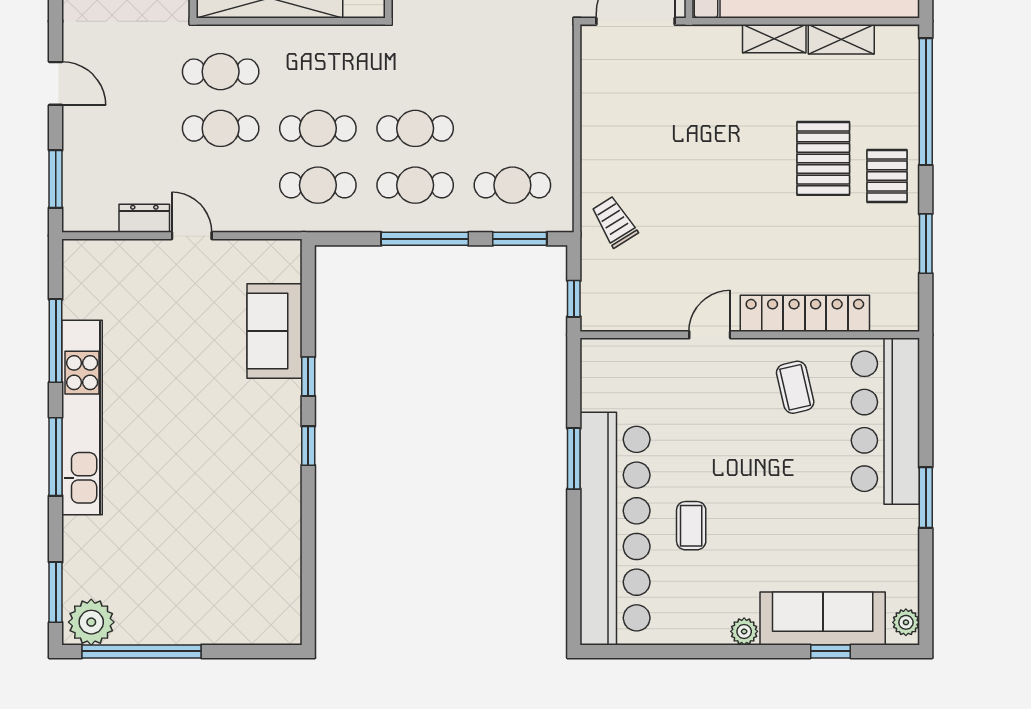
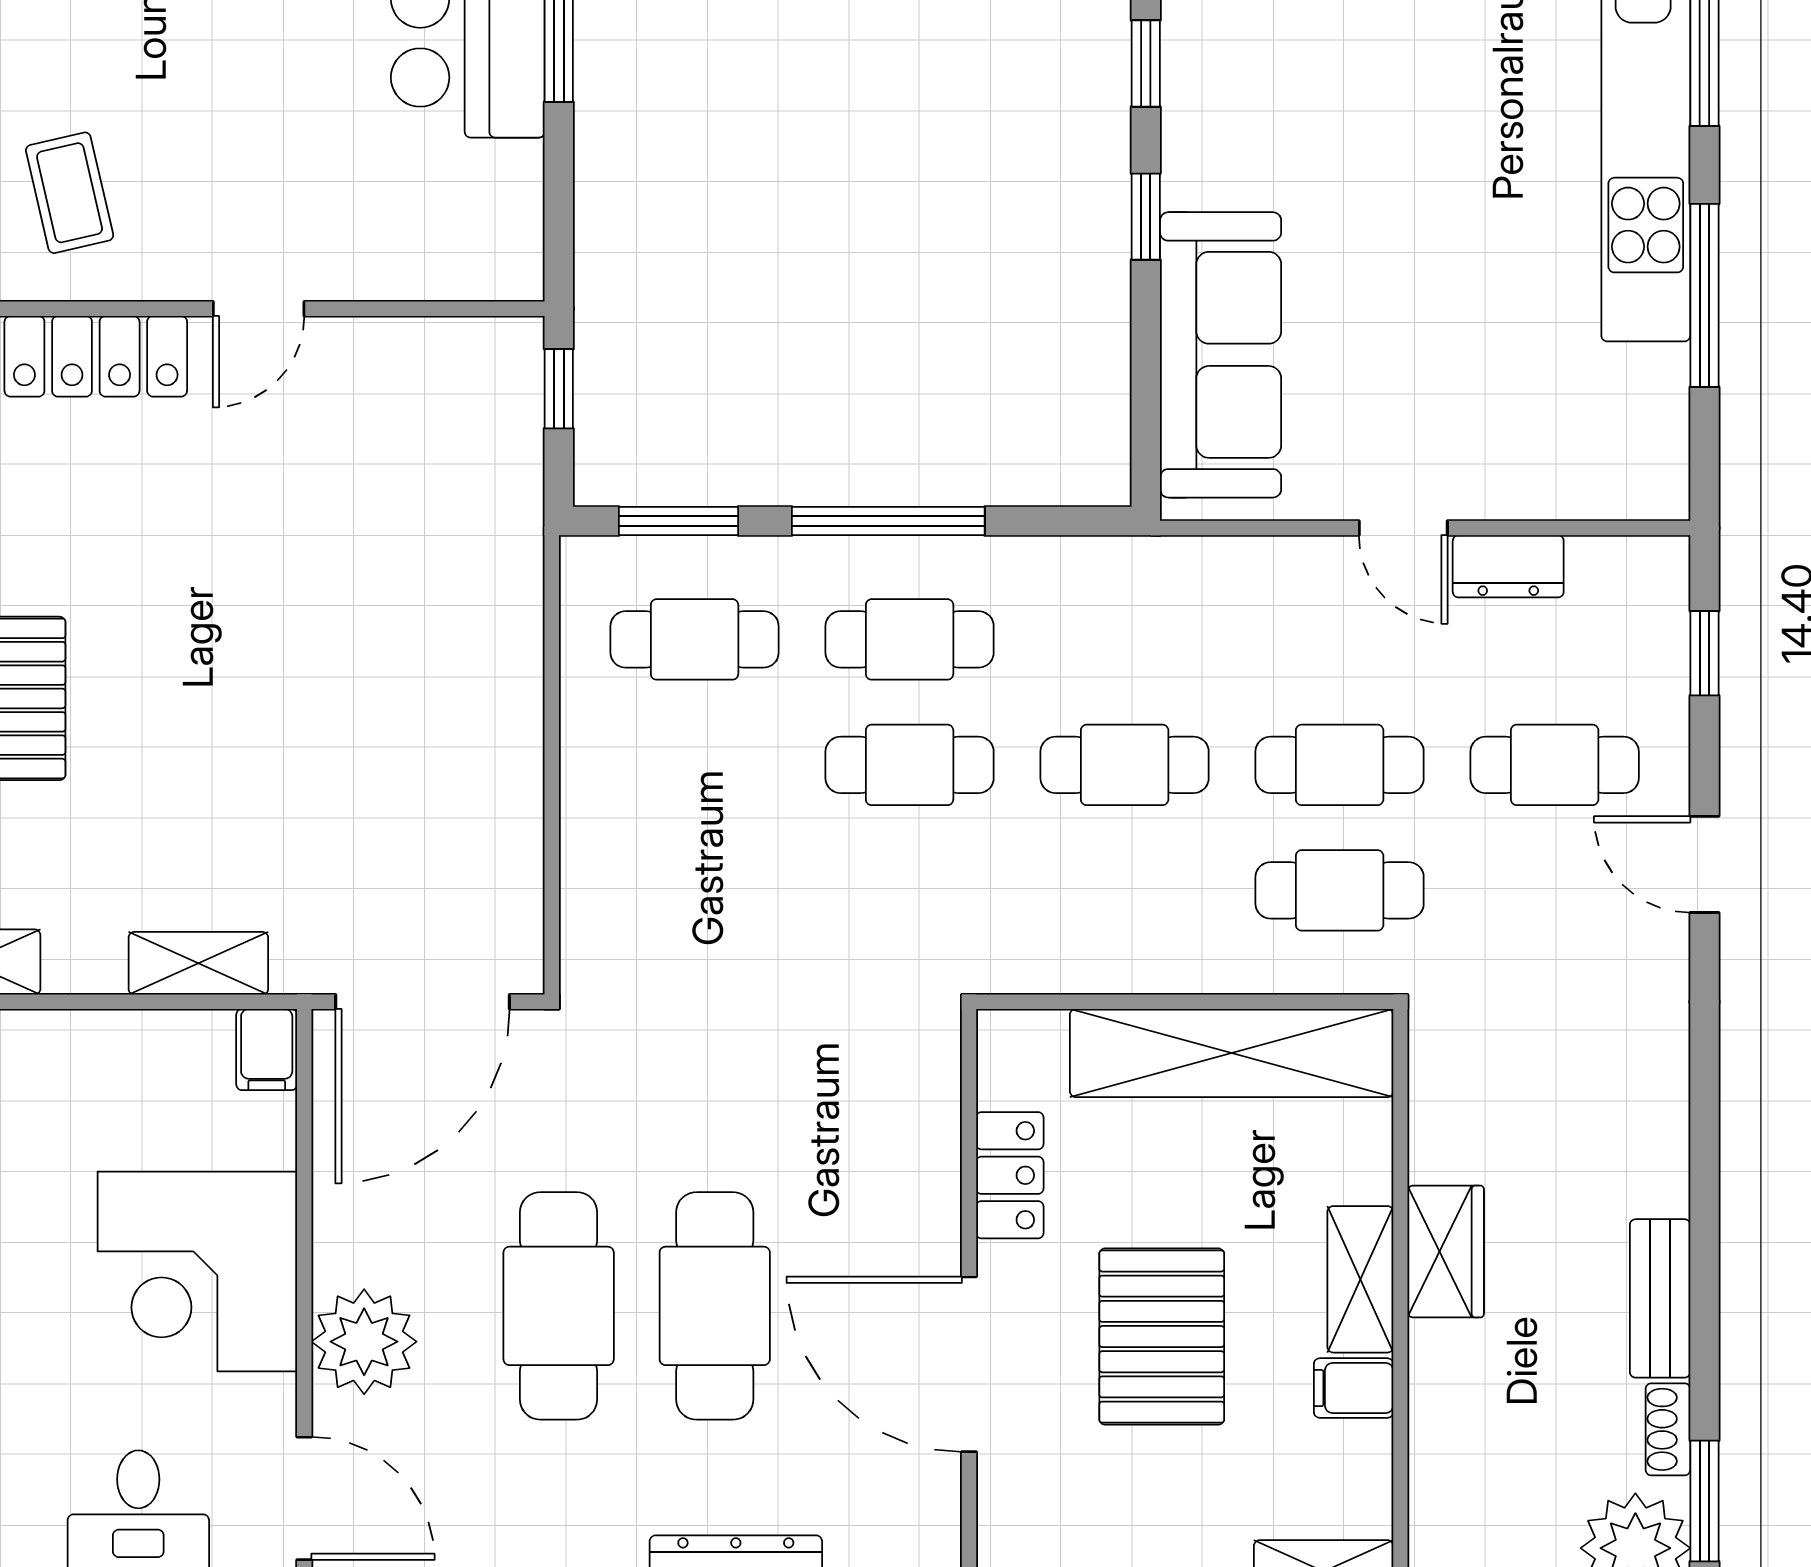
shelving: (774, 39) -> (198, 963), moved
window: (56, 179) -> (1704, 653), width x0.67
cafe table: (318, 185) -> (1555, 765), moved
trolley: (614, 222) -> (469, 559), removed
sofa: (274, 331) -> (1221, 355), width x1.36

